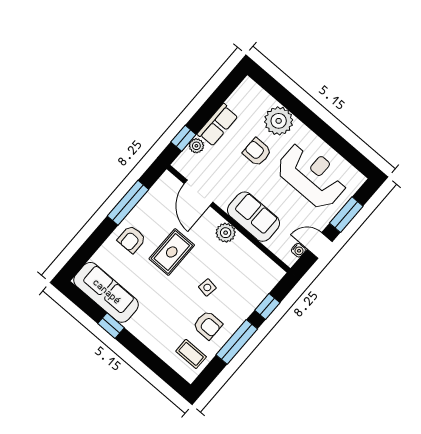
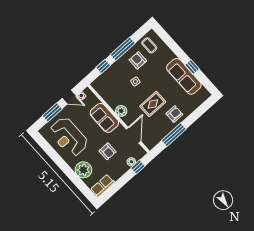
row of seats: (218, 125) -> (103, 186), moved
armchair: (257, 152) -> (108, 151), moved
sofa: (106, 292) -> (184, 76), moved

